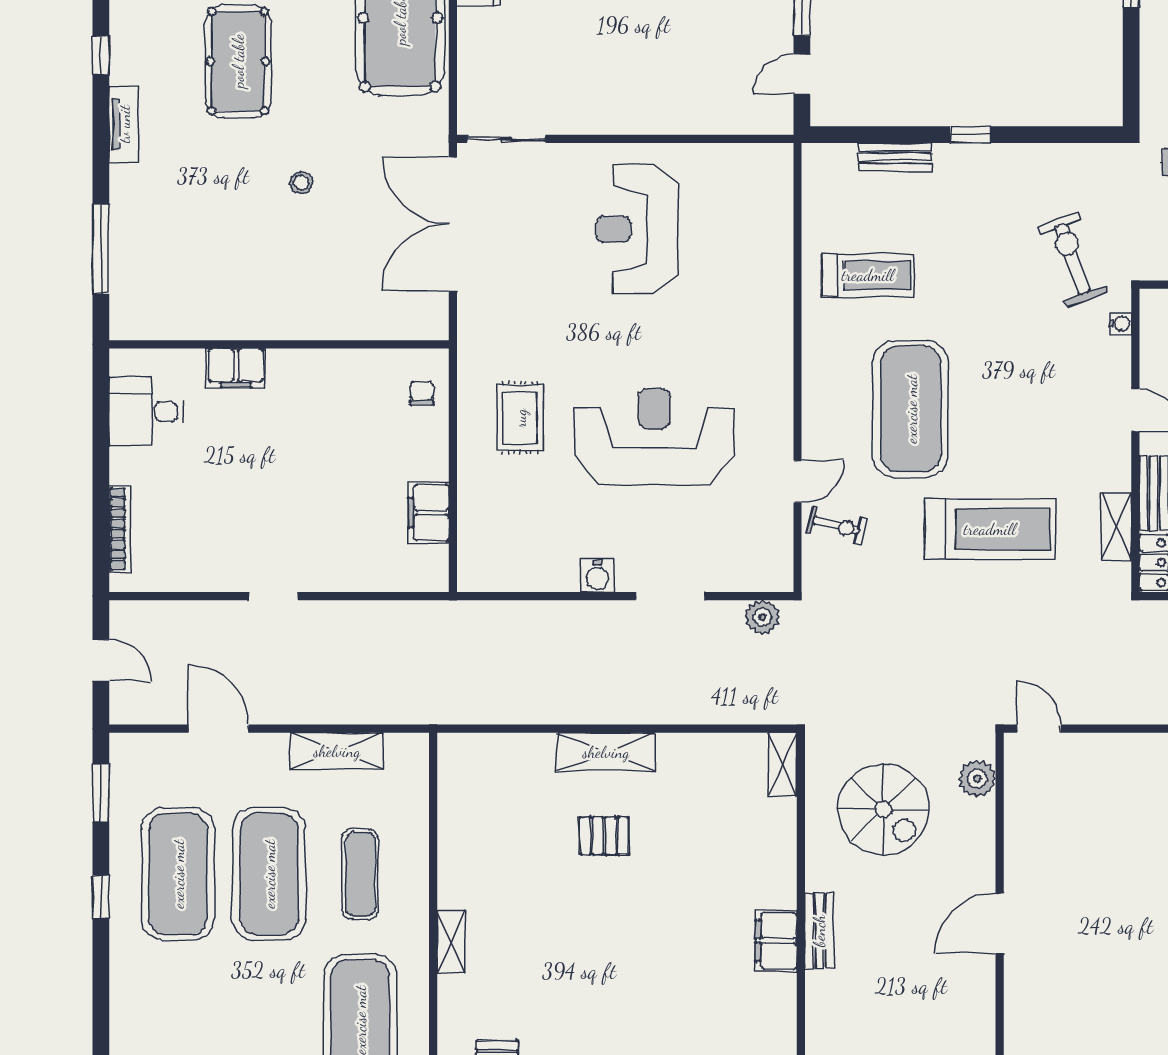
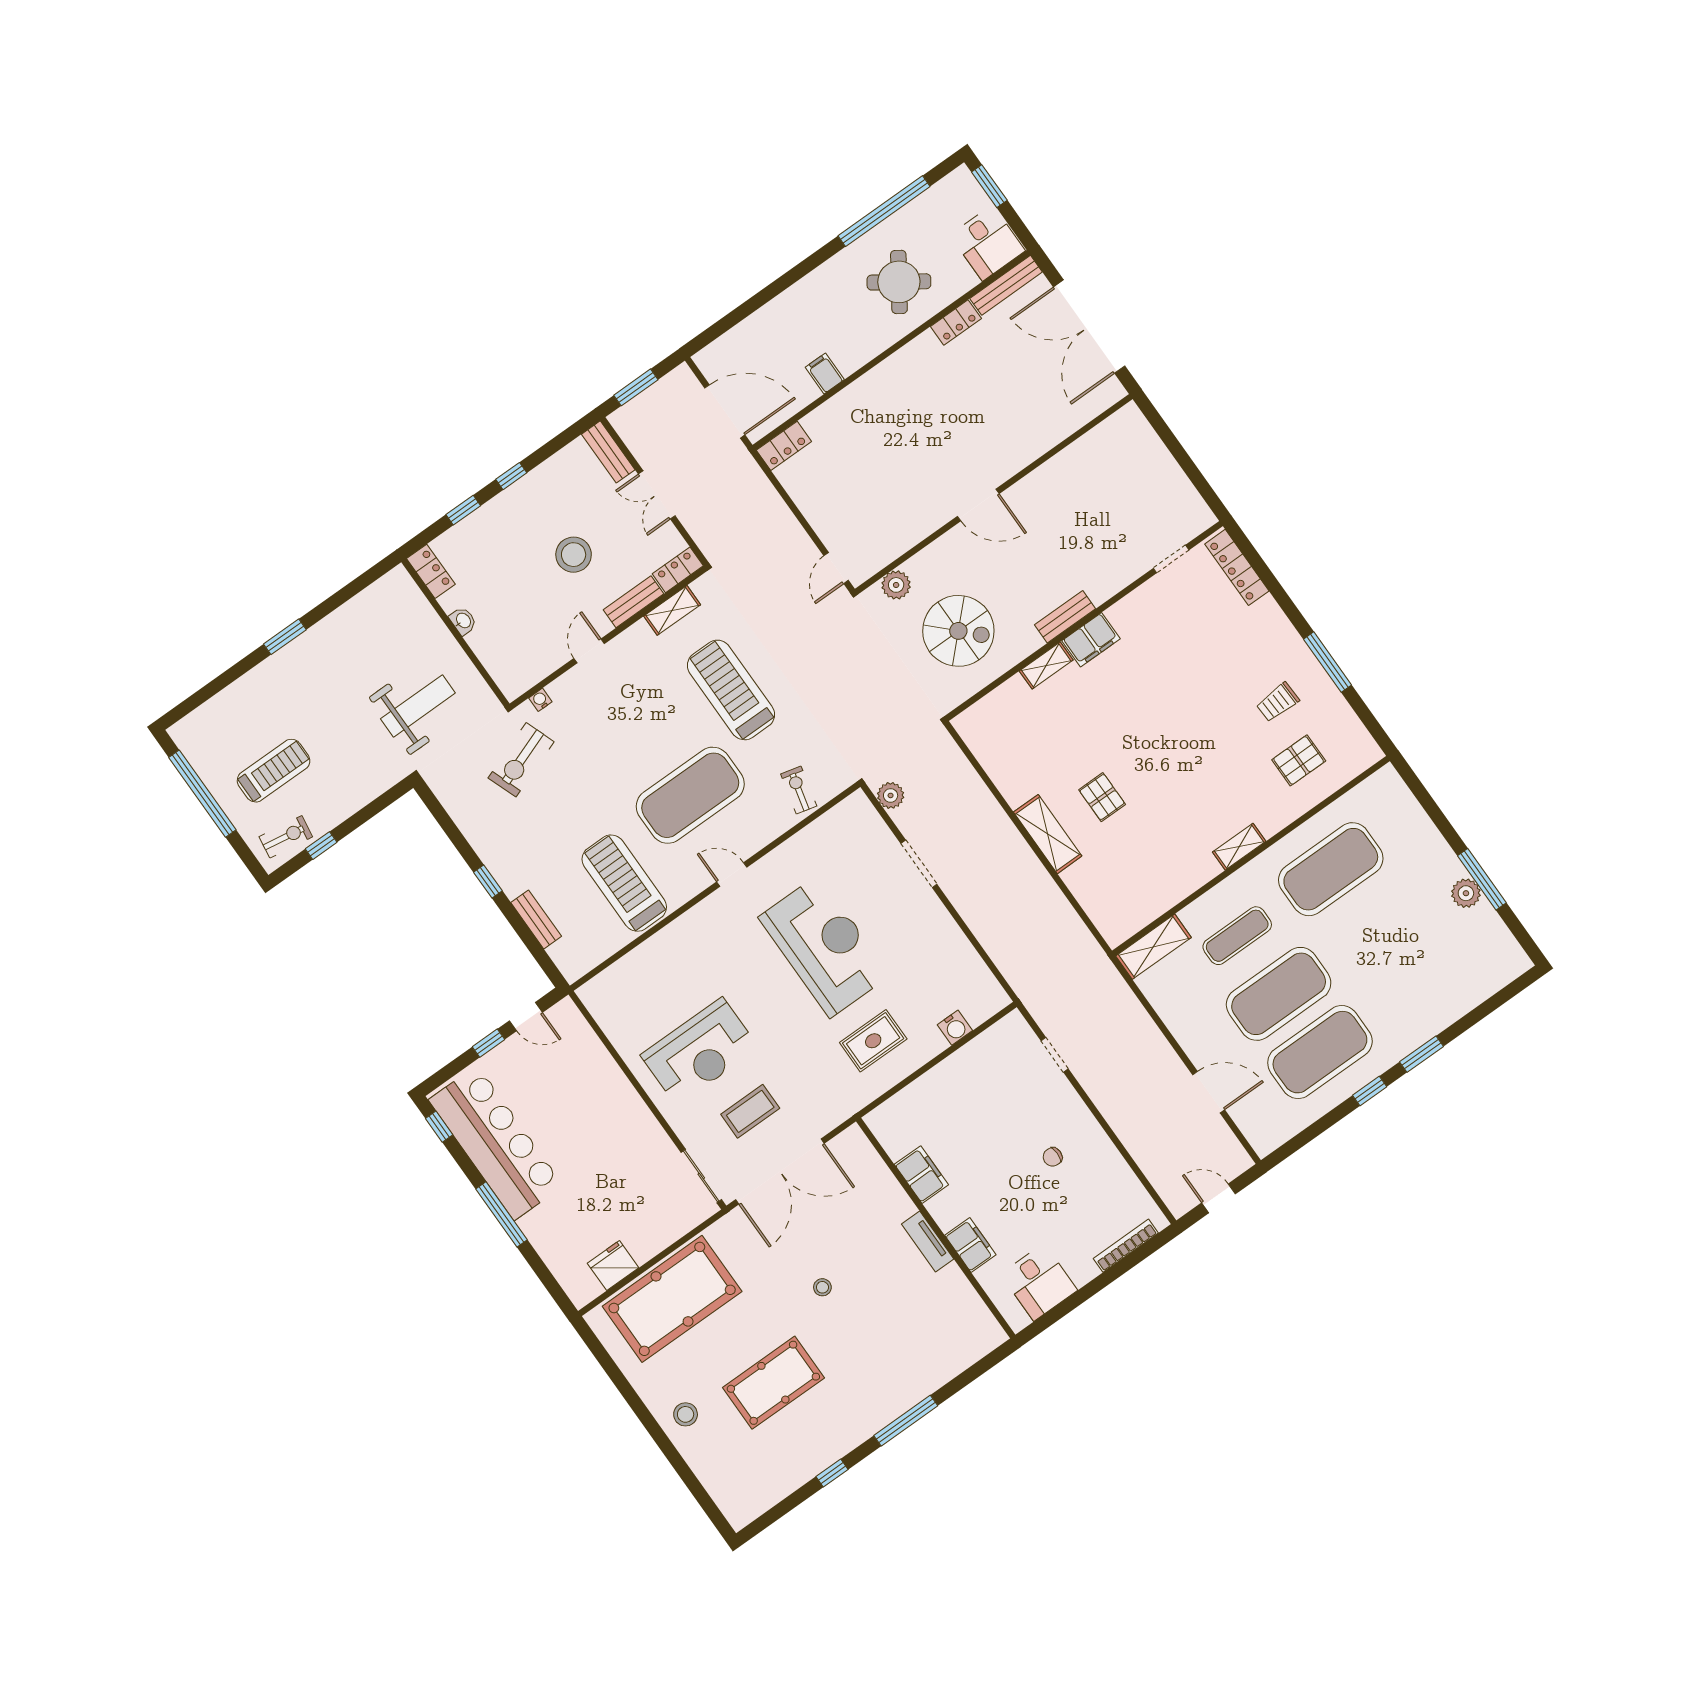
tv unit: (124, 124) -> (928, 1242), moved, turned -90
coffee table: (538, 238) -> (750, 1111), added
window: (101, 249) -> (906, 1421), moved
treadmill: (868, 275) -> (624, 883), width x1.37, depth x1.38
chair: (422, 393) -> (1053, 1157), moved
reception desk: (654, 437) -> (824, 946), turned 180
door: (797, 482) -> (732, 874), moved
filing cabinet: (428, 512) -> (921, 1175), moved, turned -90
water cooler: (597, 576) -> (955, 1028), moved, turned 90
doorway: (274, 596) -> (1055, 1055), moved
door: (101, 660) -> (1219, 1198), hinge flipped
door: (218, 729) -> (1209, 1092), swing flipped
shelving: (337, 751) -> (1154, 947), moved, turned 90
shelving: (782, 765) -> (1046, 665), moved
window: (101, 793) -> (1421, 1054), moved
spiral stairs: (883, 809) -> (958, 631), turned 90

